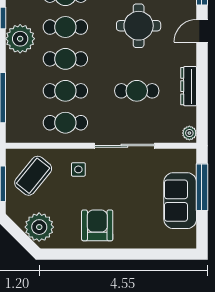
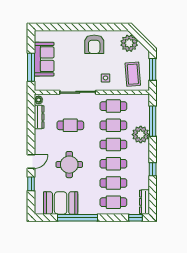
plant: (20, 39) -> (141, 135), moved
dresser: (189, 86) -> (39, 117), moved
coffee table: (33, 176) -> (133, 74), turned -43

